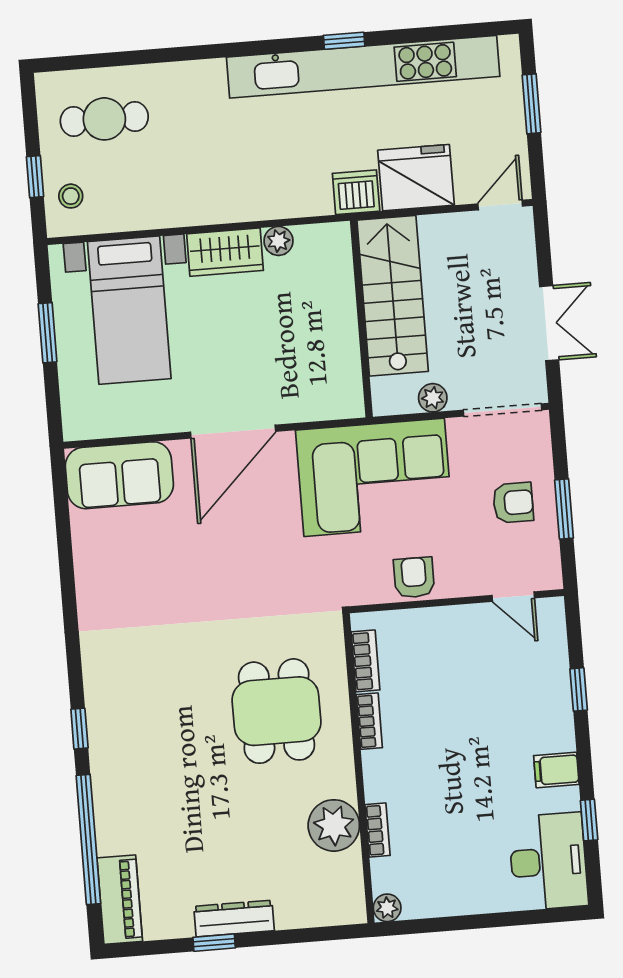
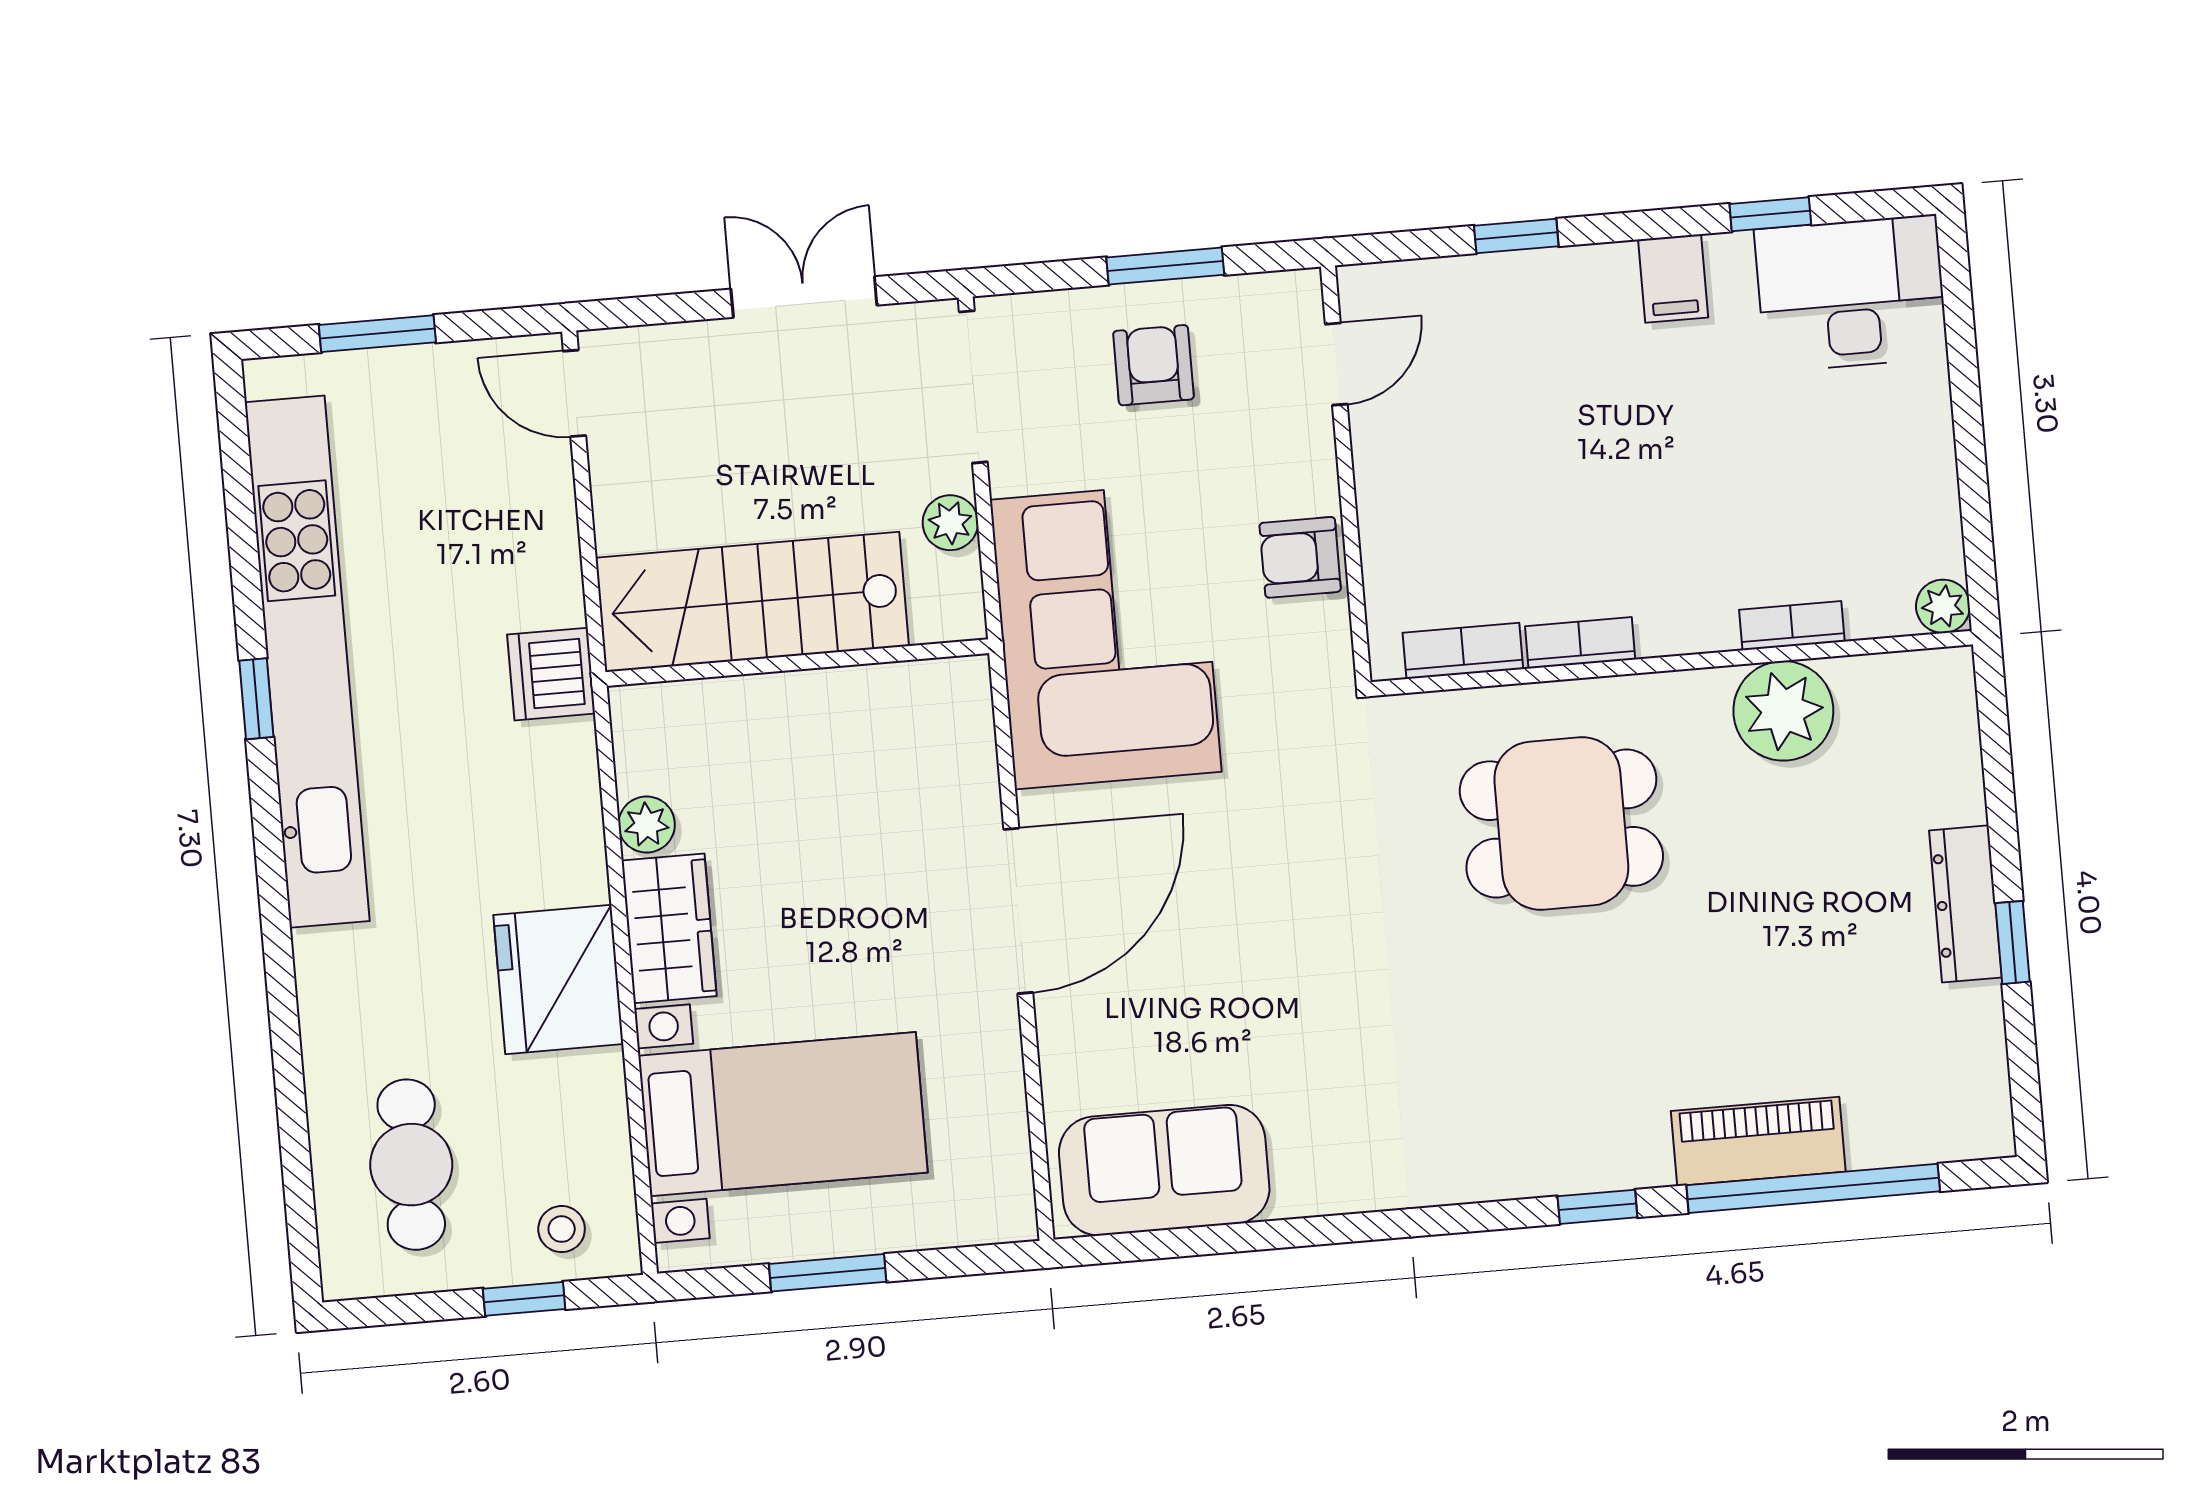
fridge: (416, 178) -> (558, 980), moved
door: (233, 432) -> (1018, 911), hinge flipped
sofa: (119, 475) -> (1164, 1170), moved, turned -90
piano: (120, 900) -> (1758, 1141), moved

